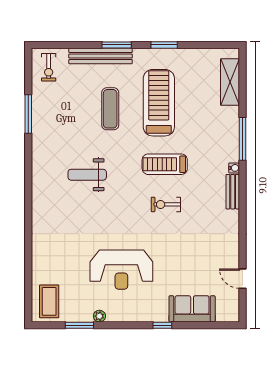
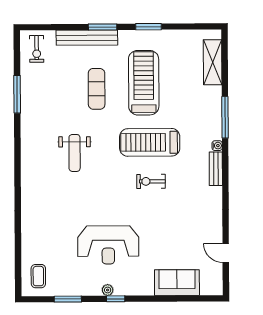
treadmill: (165, 164) -> (150, 142), width x1.37, depth x1.38
weight bench: (87, 175) -> (75, 153), turned -90
coffee table: (49, 301) -> (38, 276), width x0.73, depth x0.77
plant: (99, 316) -> (108, 290), moved
window: (162, 325) -> (116, 299), moved

